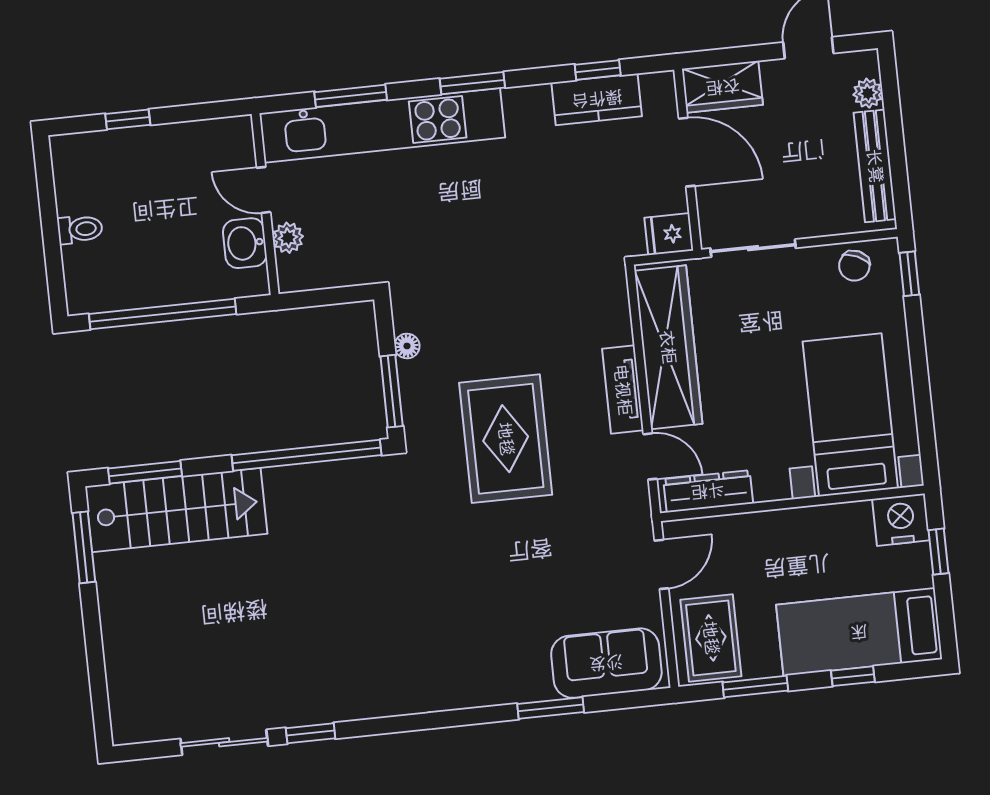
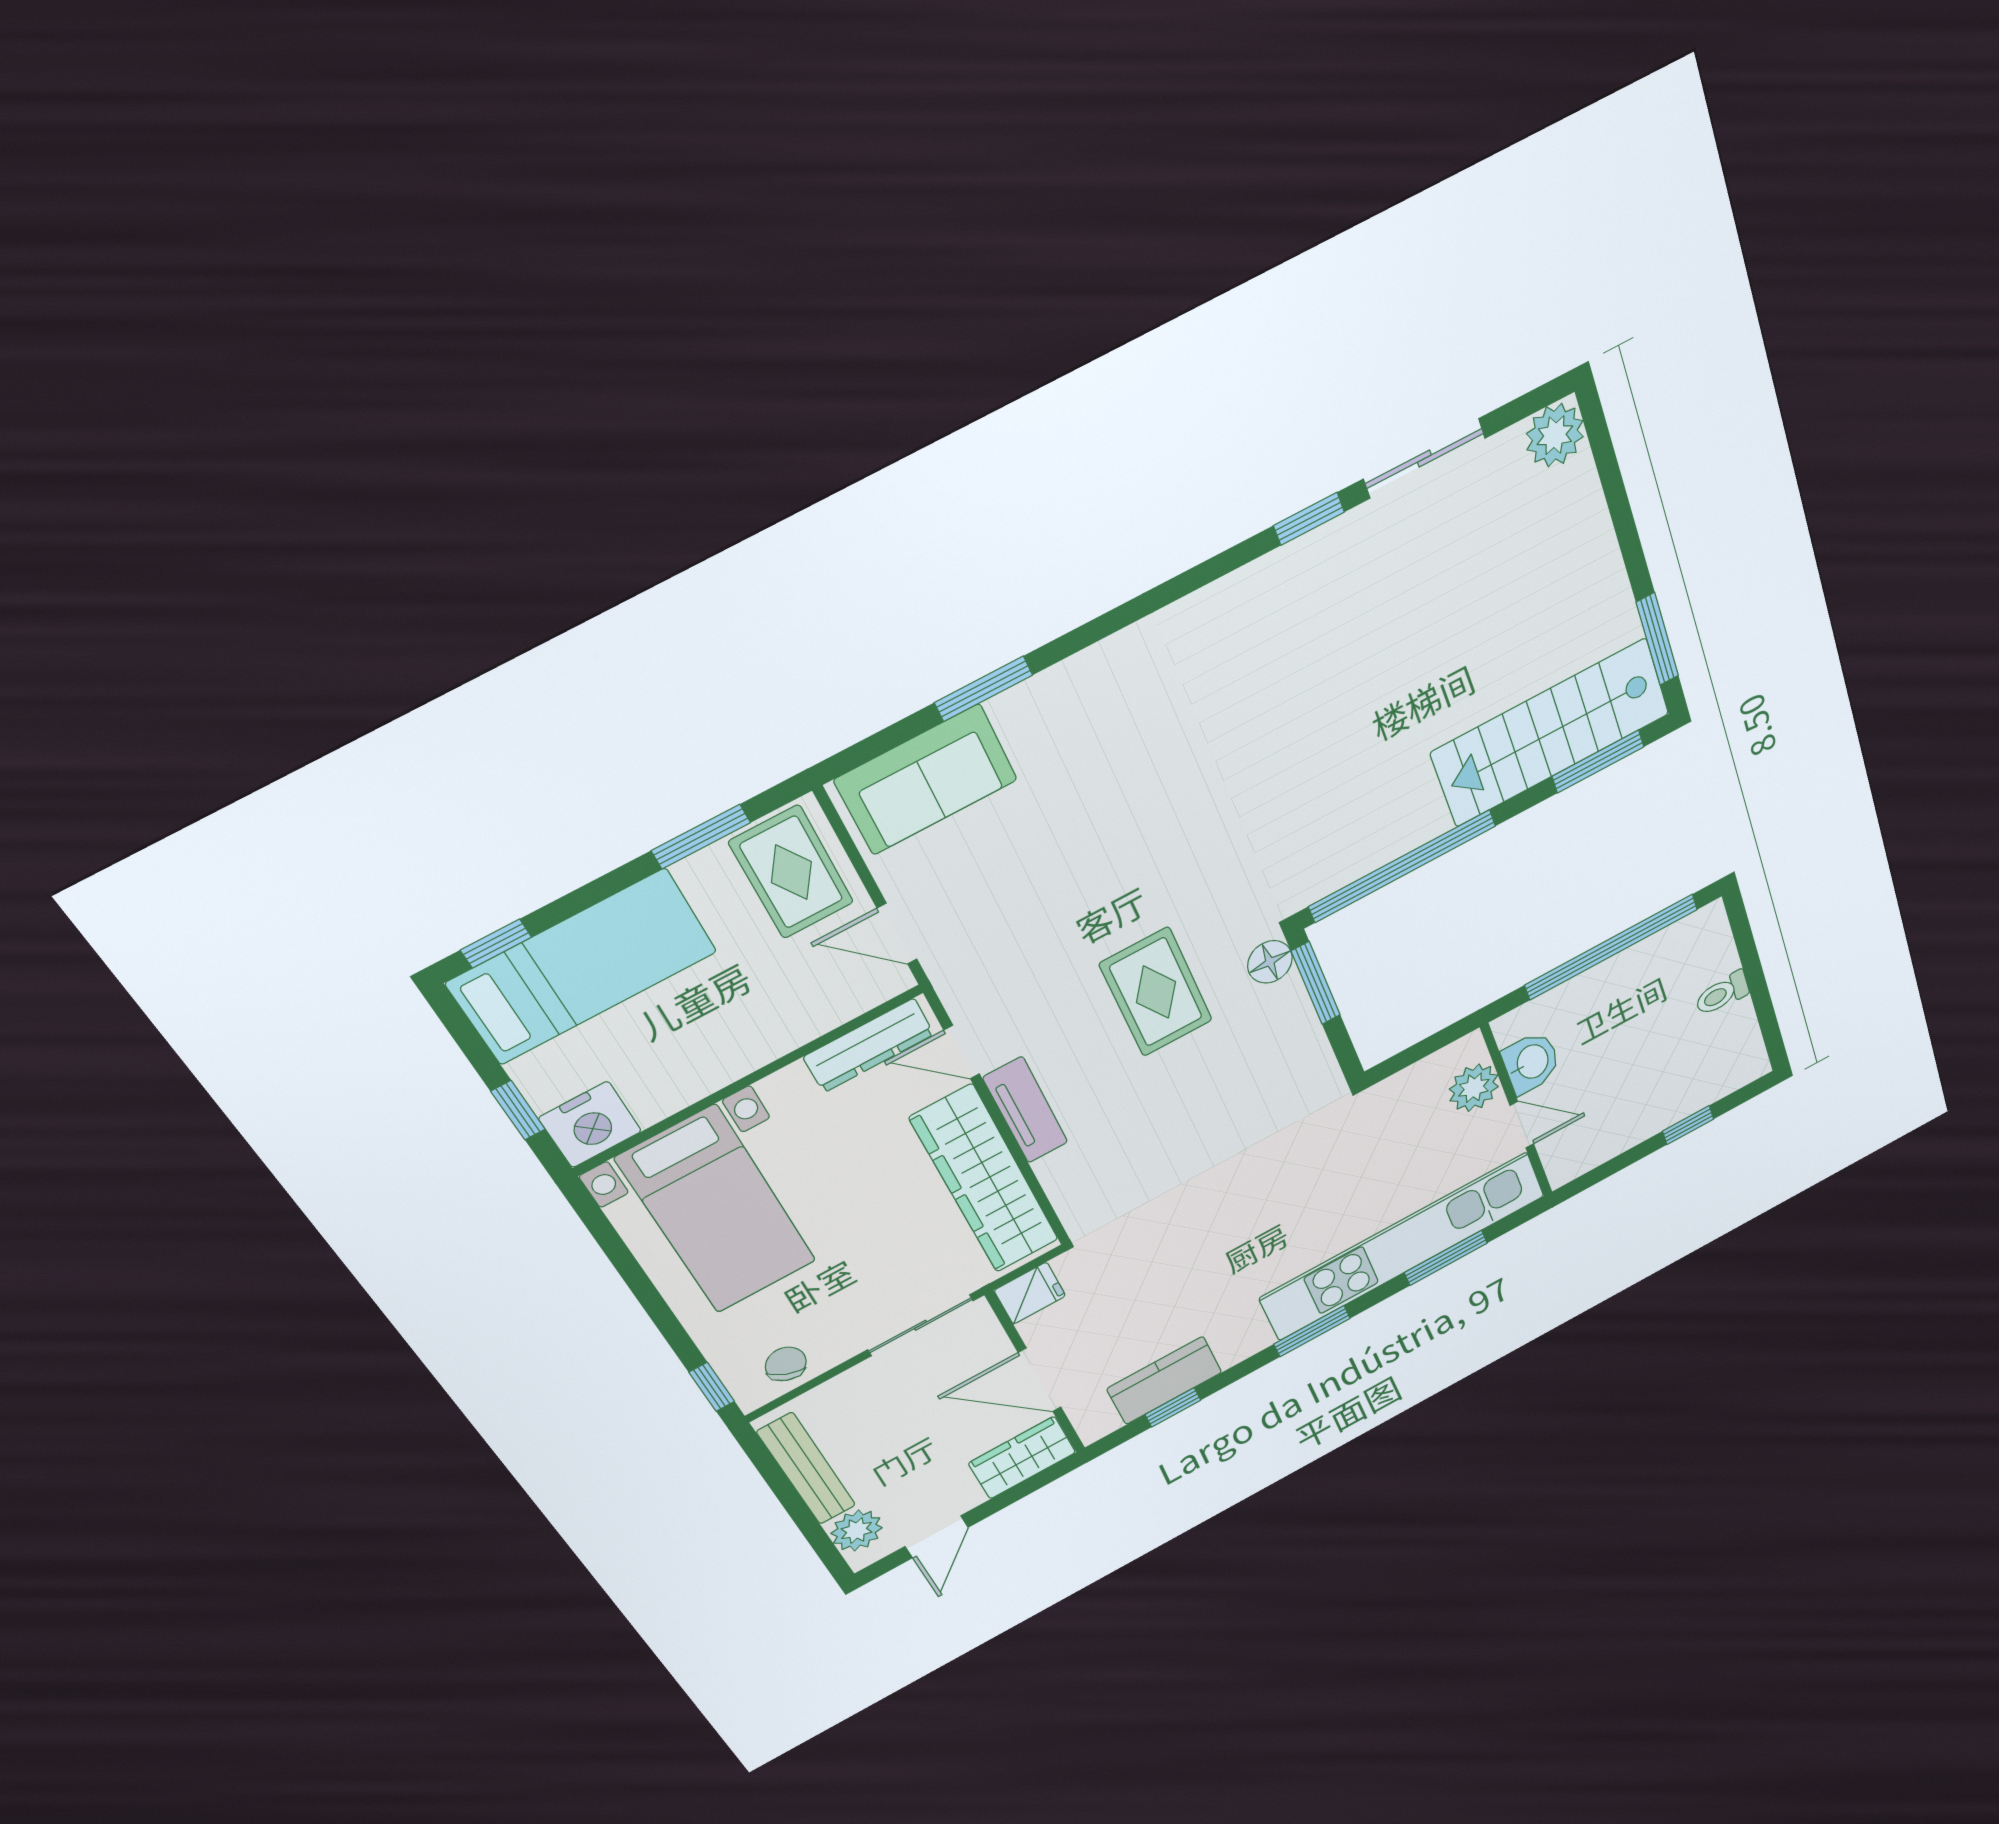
plant: (868, 93) -> (857, 1531), width x1.38, depth x1.38
plant: (288, 238) -> (1474, 1088), width x1.38, depth x1.38
floor lamp: (407, 346) -> (1270, 962), moved, width x1.37, depth x1.37
rug: (506, 439) -> (1156, 992), width x0.73, depth x0.70
door: (661, 564) -> (897, 934), hinge flipped
window: (853, 676) -> (496, 944), moved
plant: (132, 723) -> (1555, 435), added

